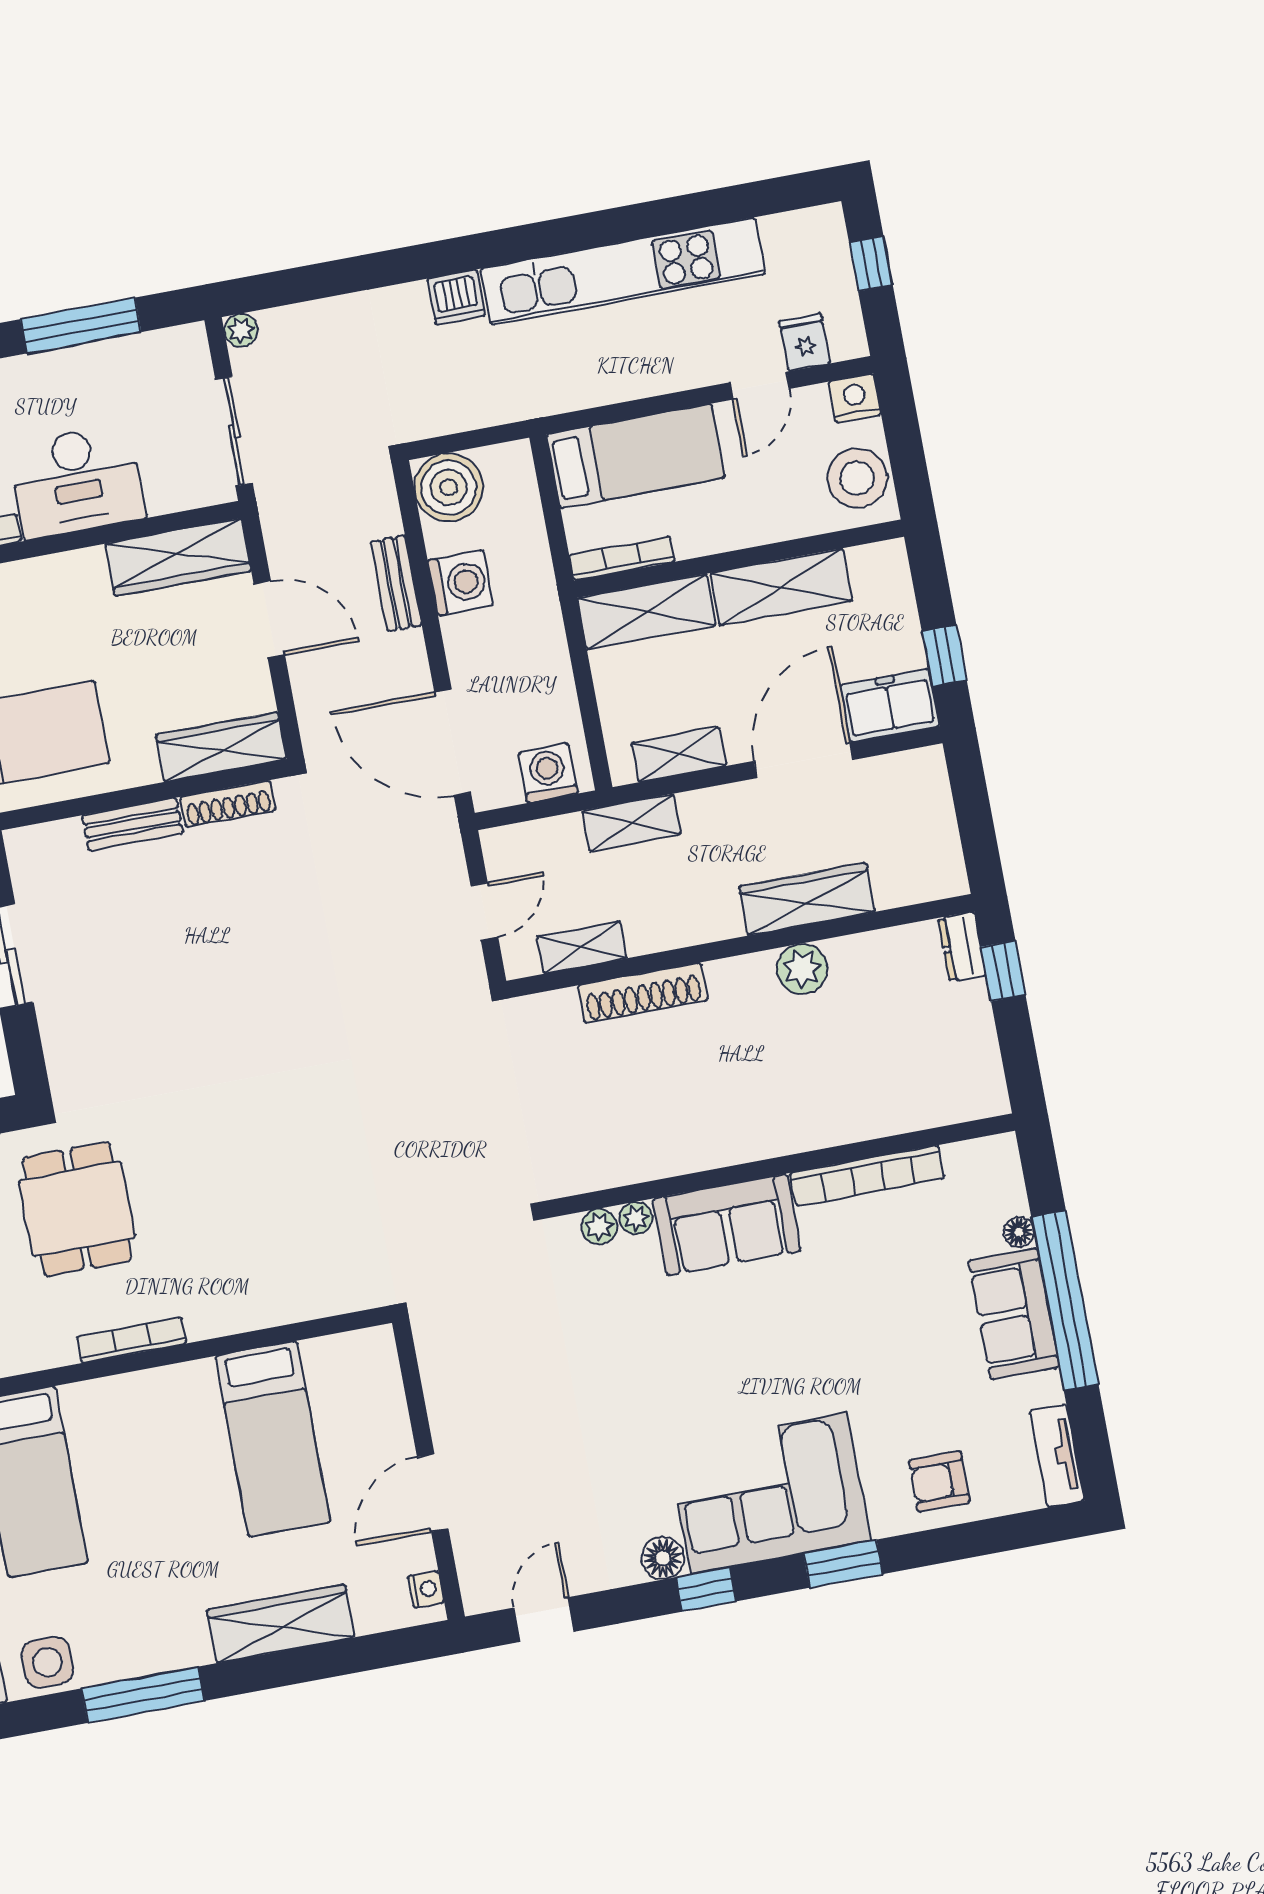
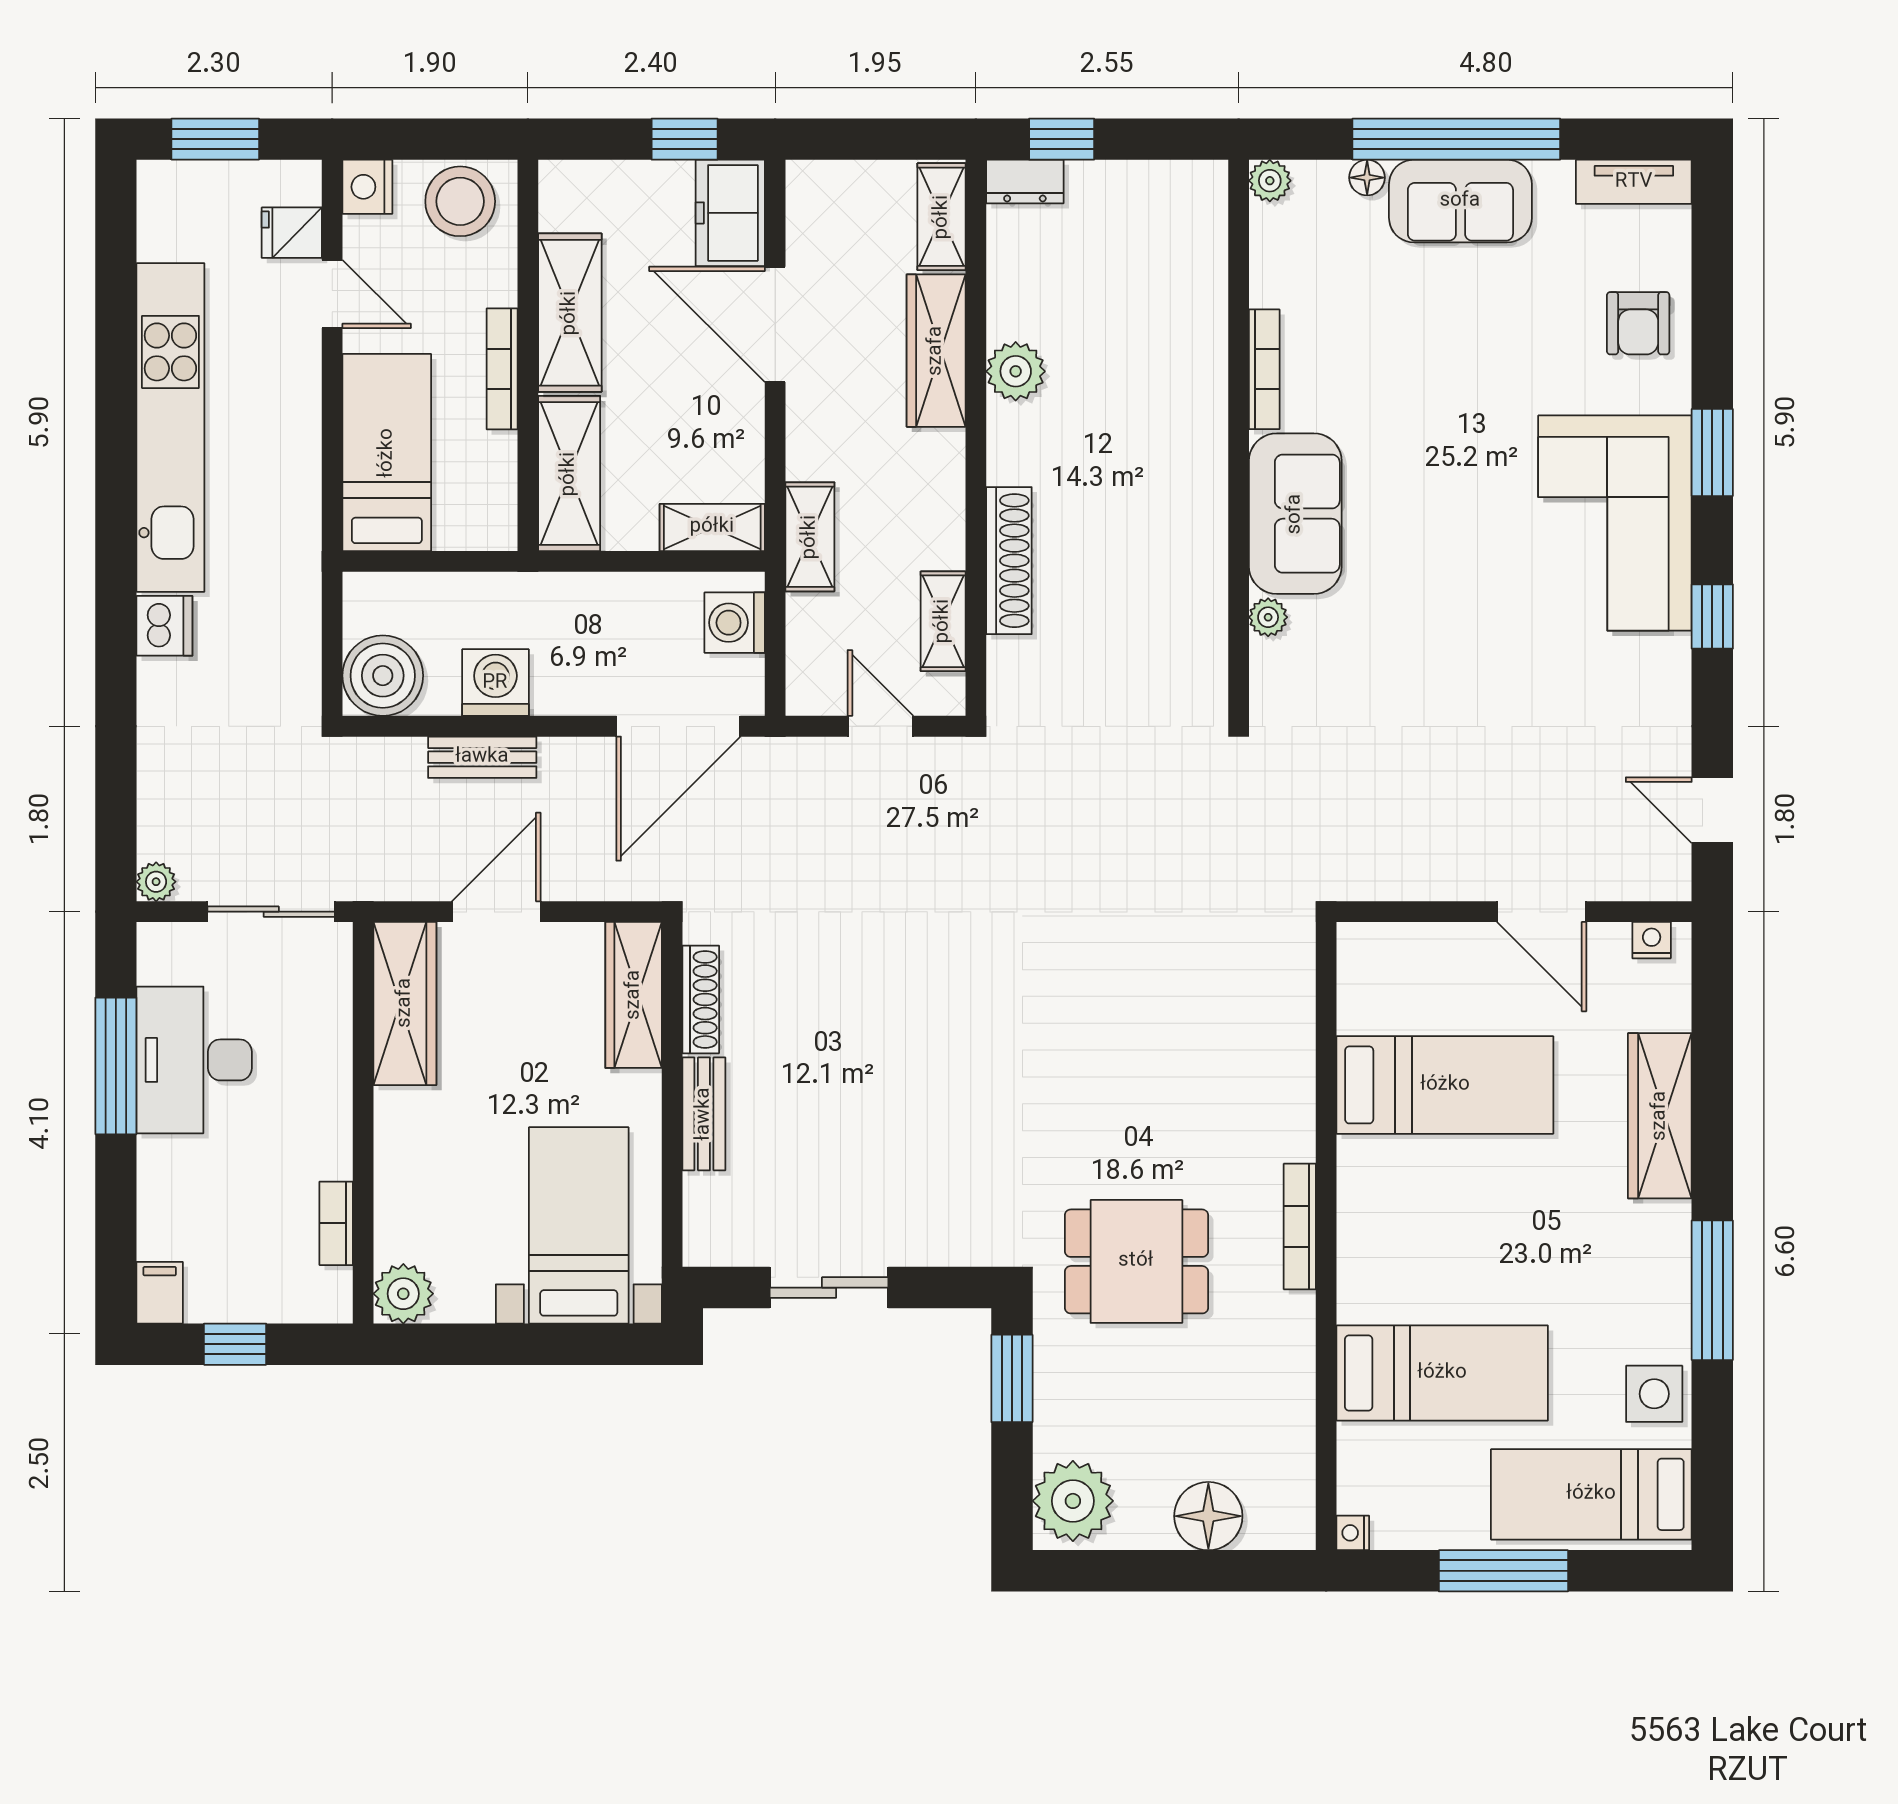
window: (871, 264) -> (215, 139), width x1.50
desk: (77, 481) -> (194, 1060), moved, turned 180
bookcase: (622, 558) -> (502, 369), moved
shelving: (679, 754) -> (712, 527), moved, turned 90
shelving: (920, 883) -> (942, 217), added
bookcase: (867, 1176) -> (1264, 369), width x0.68, depth x0.76
plant: (599, 1227) -> (1270, 181), moved
floor lamp: (663, 1558) -> (1667, 660), removed

